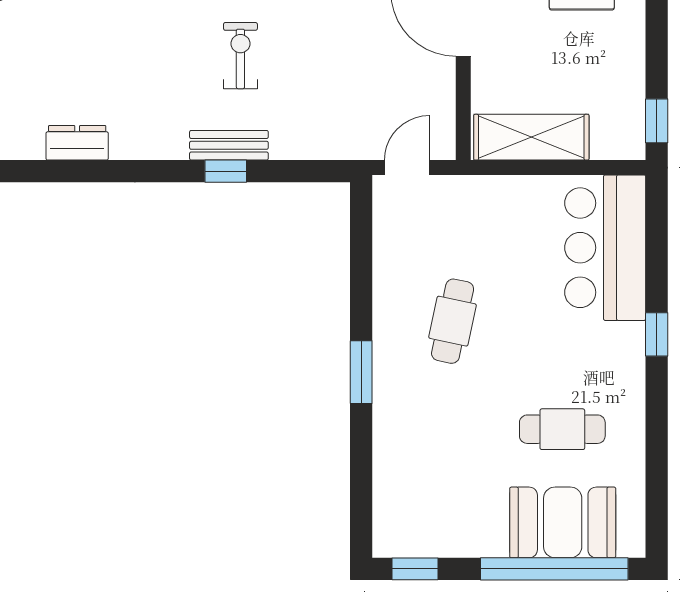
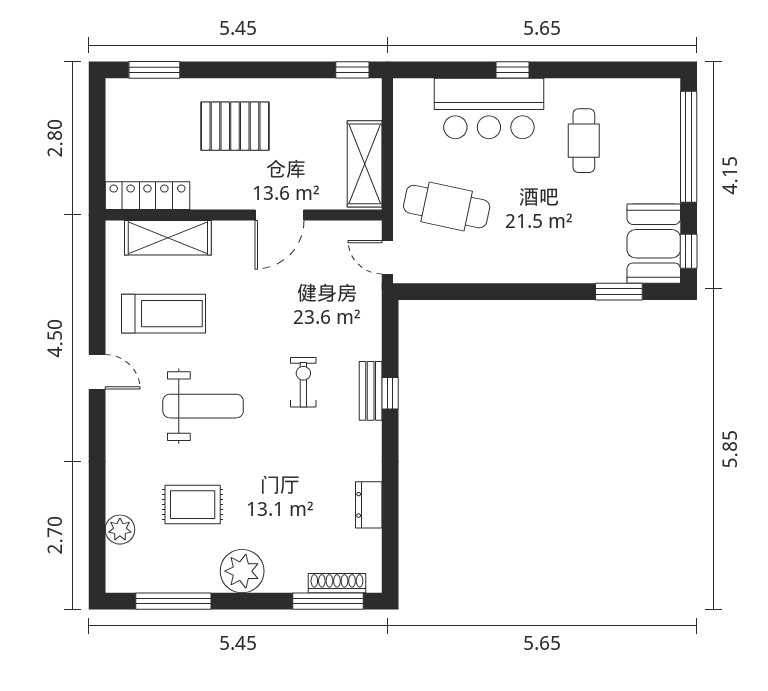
exercise bike: (240, 56) -> (303, 382), turned 90
bar counter: (605, 248) -> (489, 108), moved
cafe table: (453, 321) -> (447, 207), moved, width x1.37, depth x1.35
window: (361, 372) -> (619, 292), moved
booth: (563, 522) -> (654, 244), moved

